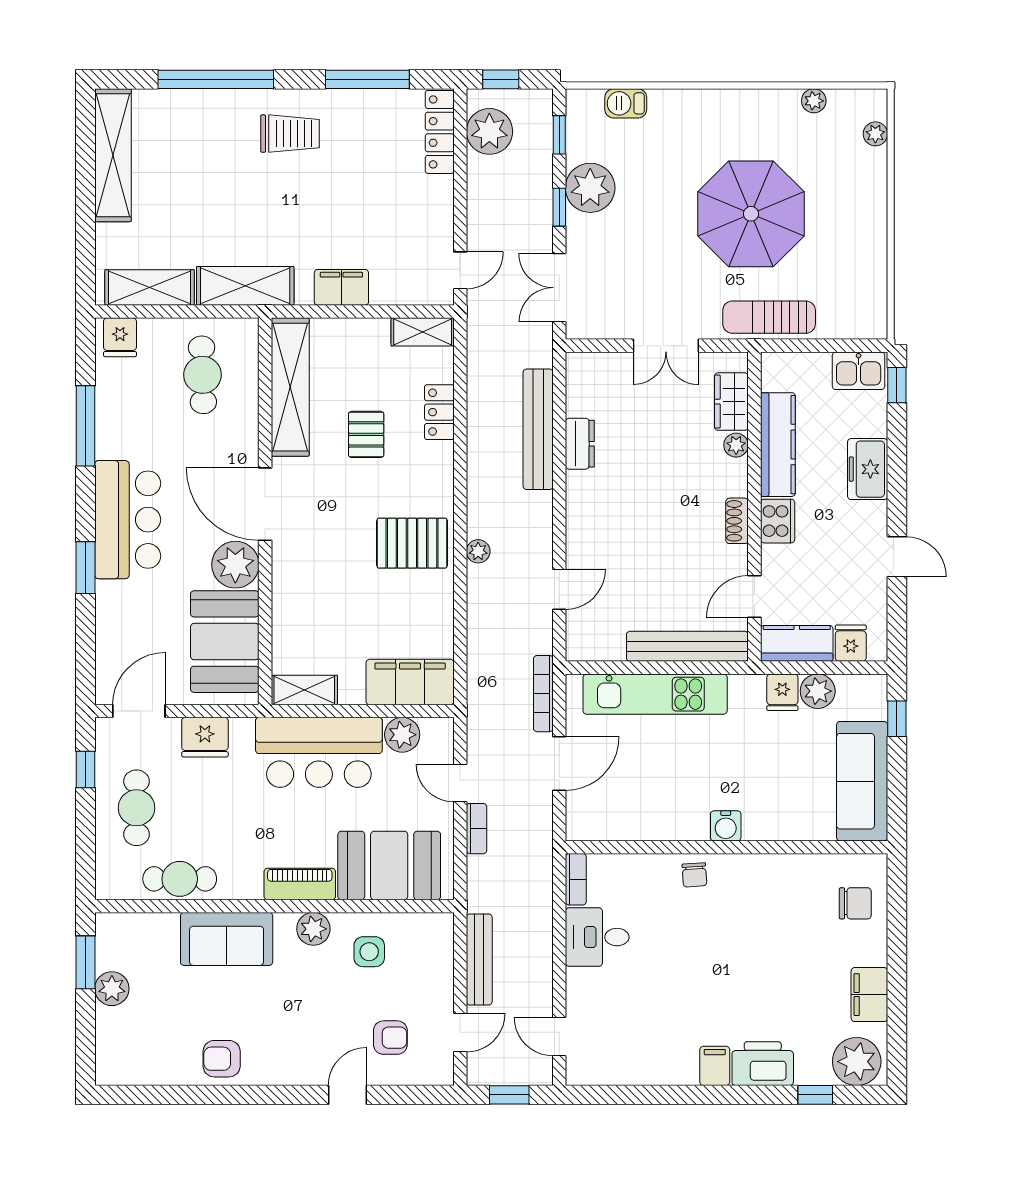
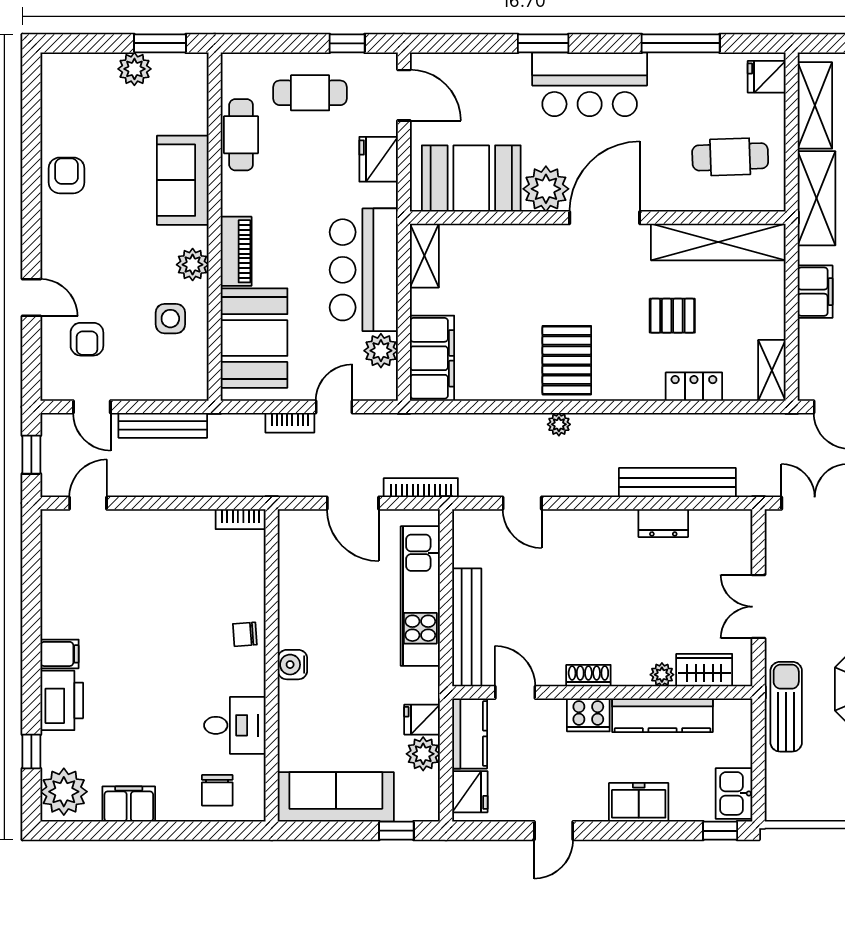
fridge: (851, 643) -> (470, 792), width x1.38
desk: (597, 937) -> (235, 725), moved, turned 90

